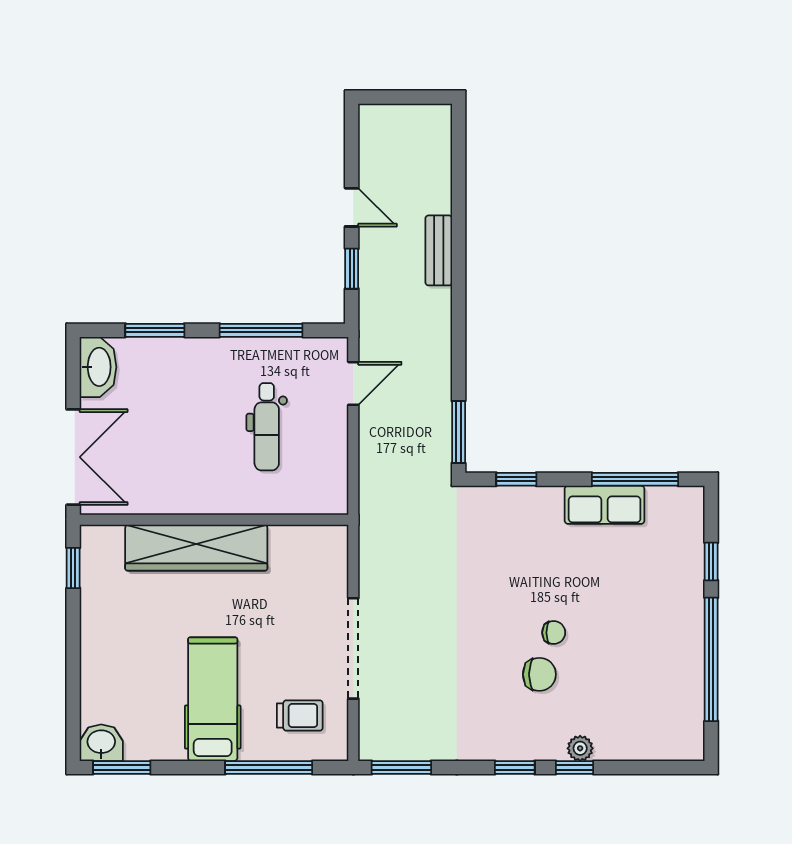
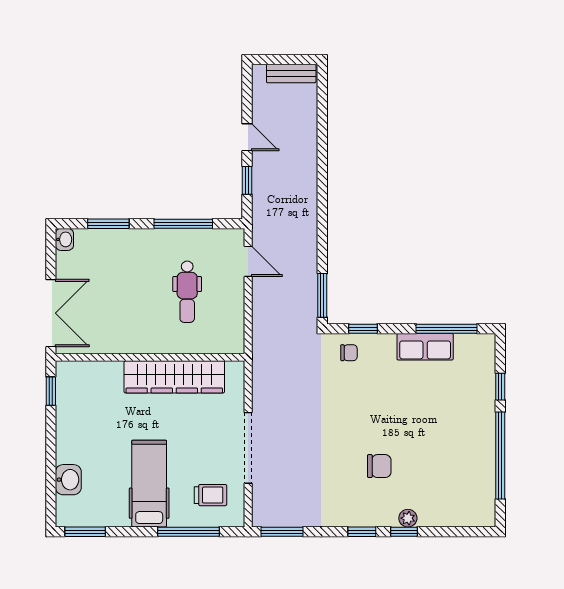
bench: (439, 250) -> (291, 74), moved, turned 90
washbasin: (98, 367) -> (64, 239), width x0.52, depth x0.69
door: (353, 383) -> (248, 261), hinge flipped
wardrobe: (196, 548) -> (174, 377), moved
chair: (554, 633) -> (349, 353), moved
washbasin: (101, 743) -> (68, 480), moved, turned 90

